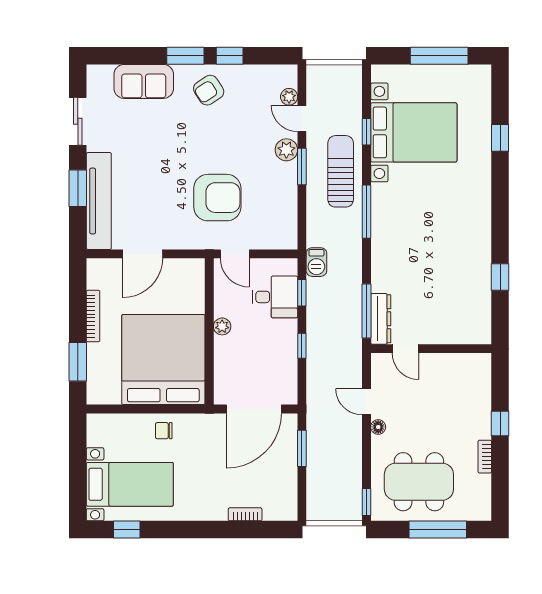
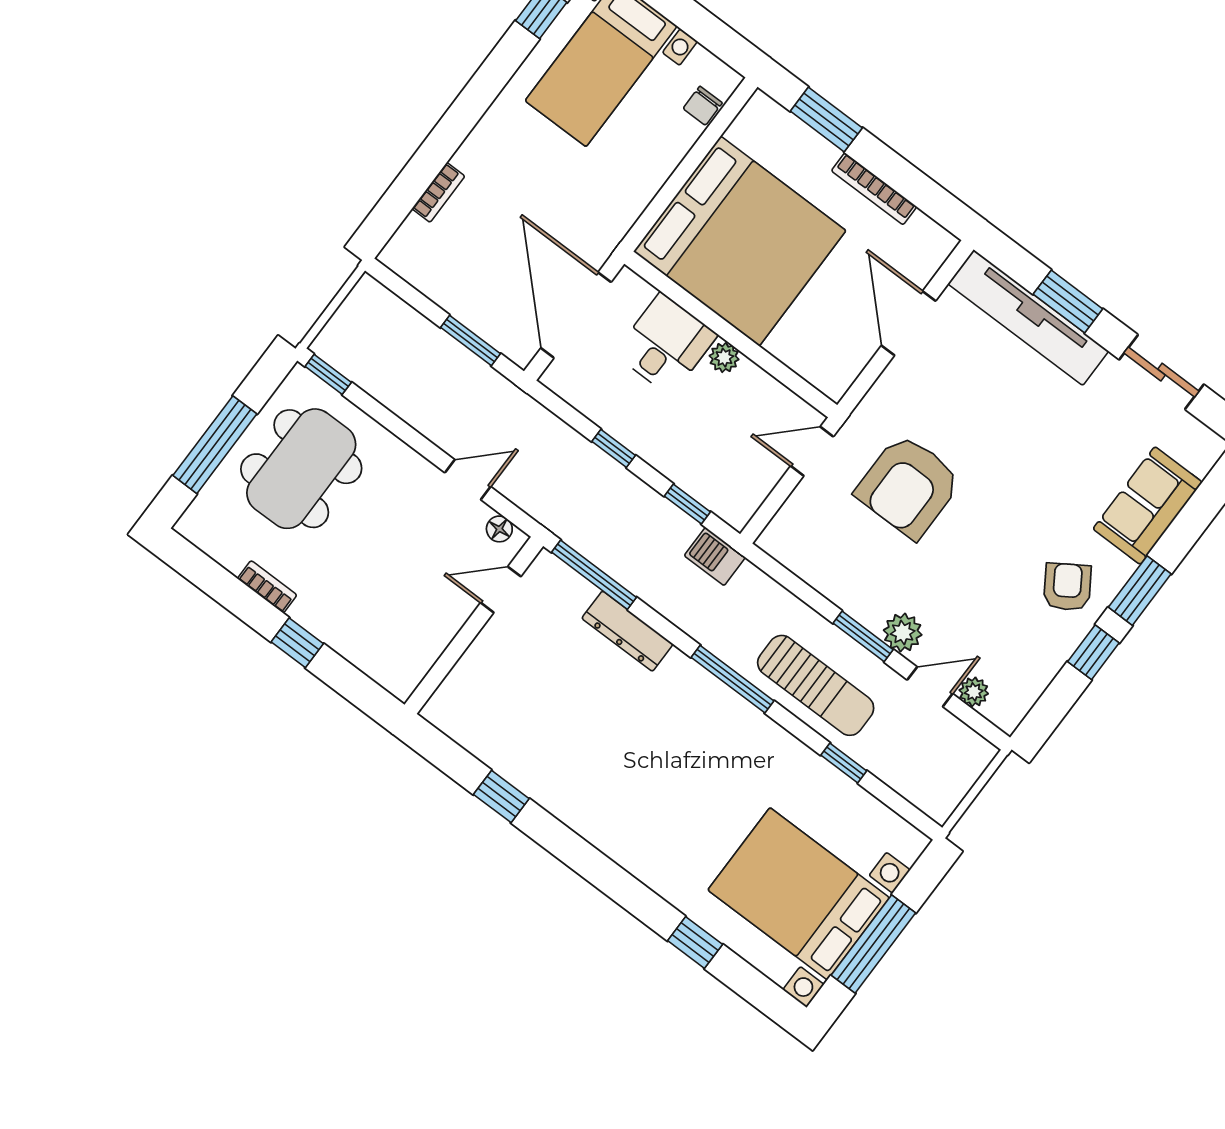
bed with nightstands: (414, 132) -> (799, 894), moved, turned 90
desk: (275, 297) -> (666, 344), moved, turned 180
dresser: (381, 319) -> (627, 631), moved
floor lamp: (378, 427) -> (499, 529), moved
chair: (164, 431) -> (703, 106), moved, turned 180

